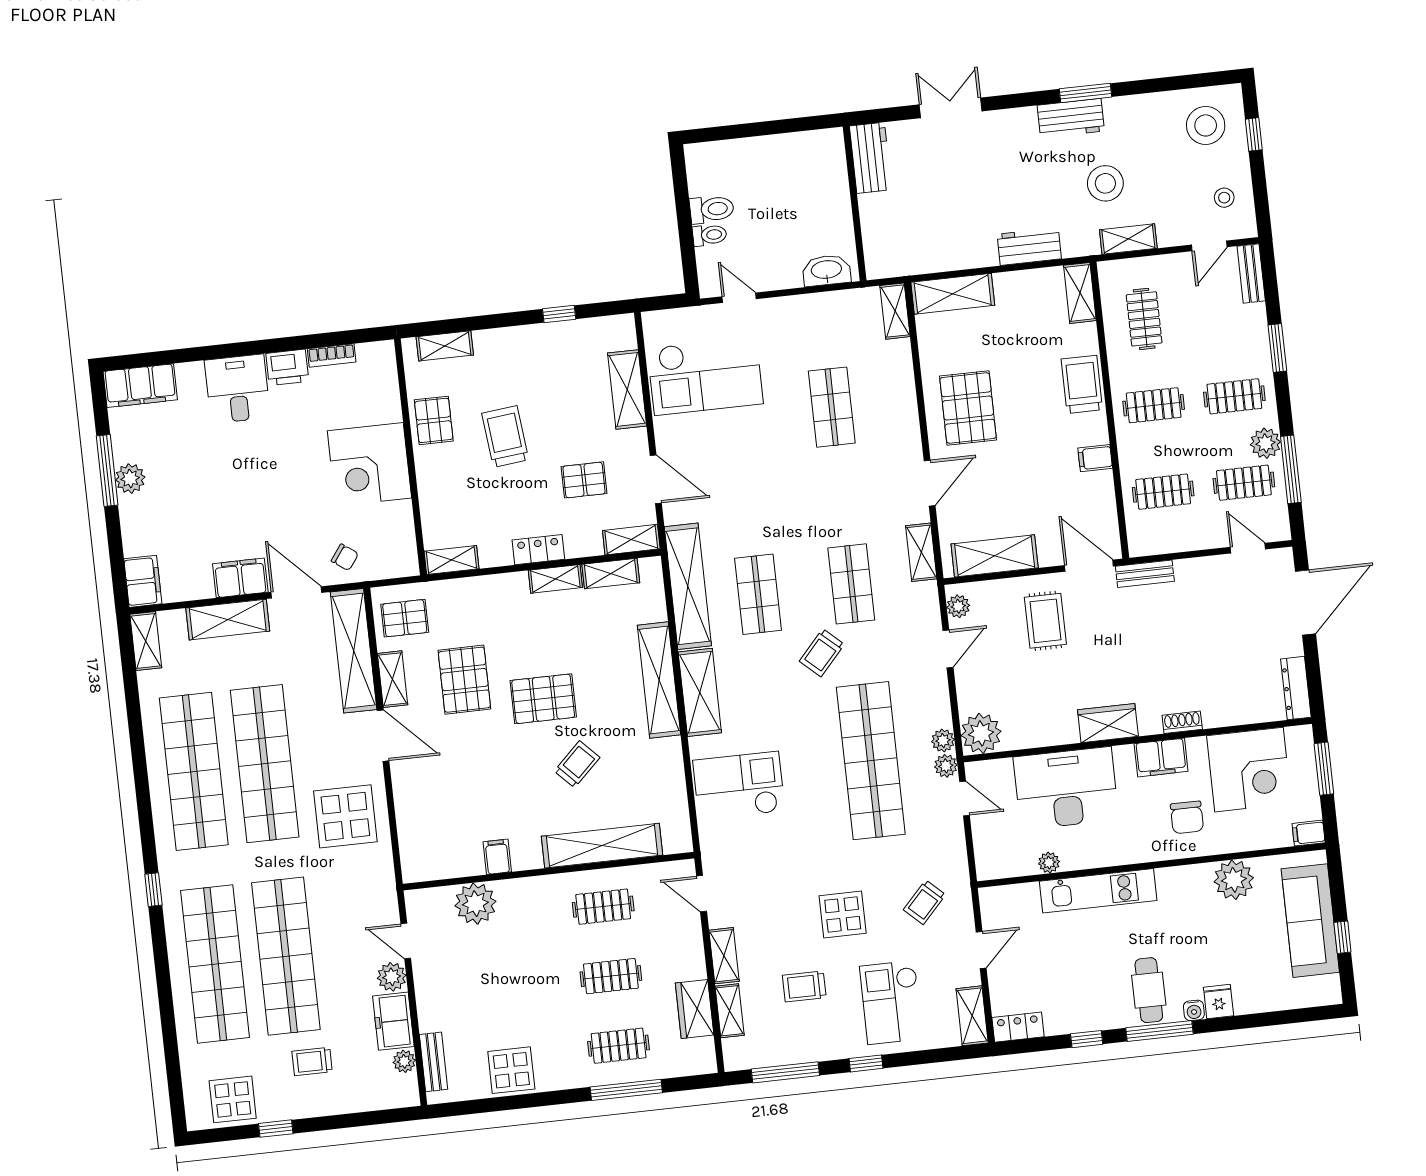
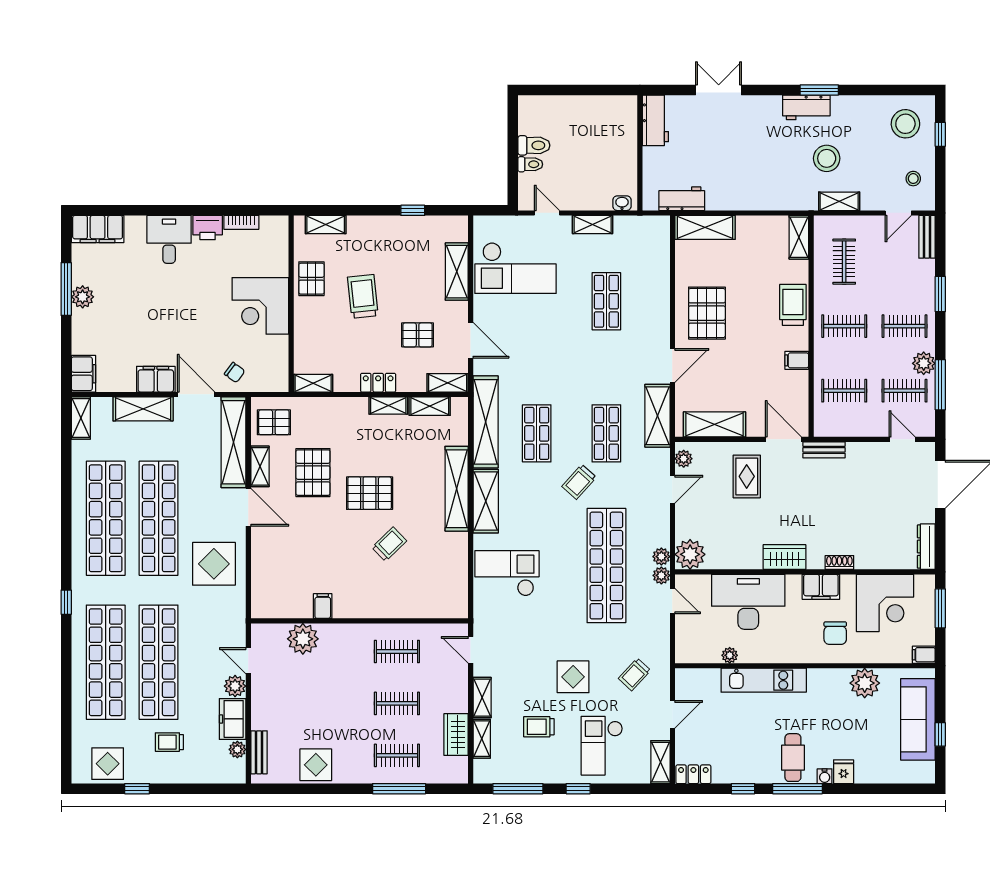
workbench: (1029, 246) -> (682, 199), moved
washbasin: (826, 270) -> (622, 203), width x0.52, depth x0.69
shelving: (895, 311) -> (593, 224), moved, turned 90
shelving: (921, 552) -> (658, 416), width x1.50, depth x1.33
shelving: (602, 846) -> (401, 606), removed

